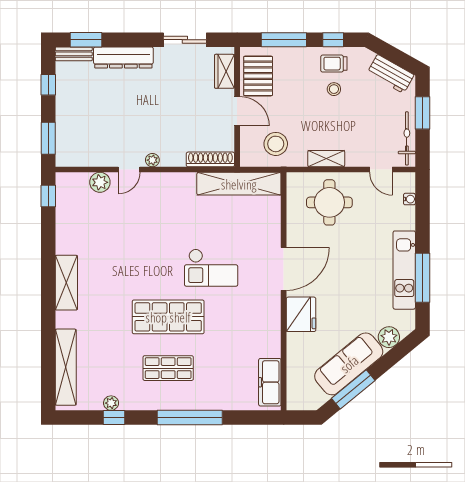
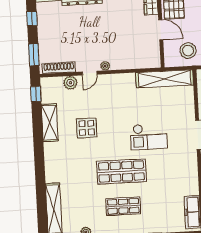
shoe rack: (210, 159) -> (59, 68), moved
display table: (120, 250) -> (87, 128), added
shelving: (66, 283) -> (50, 123), moved

